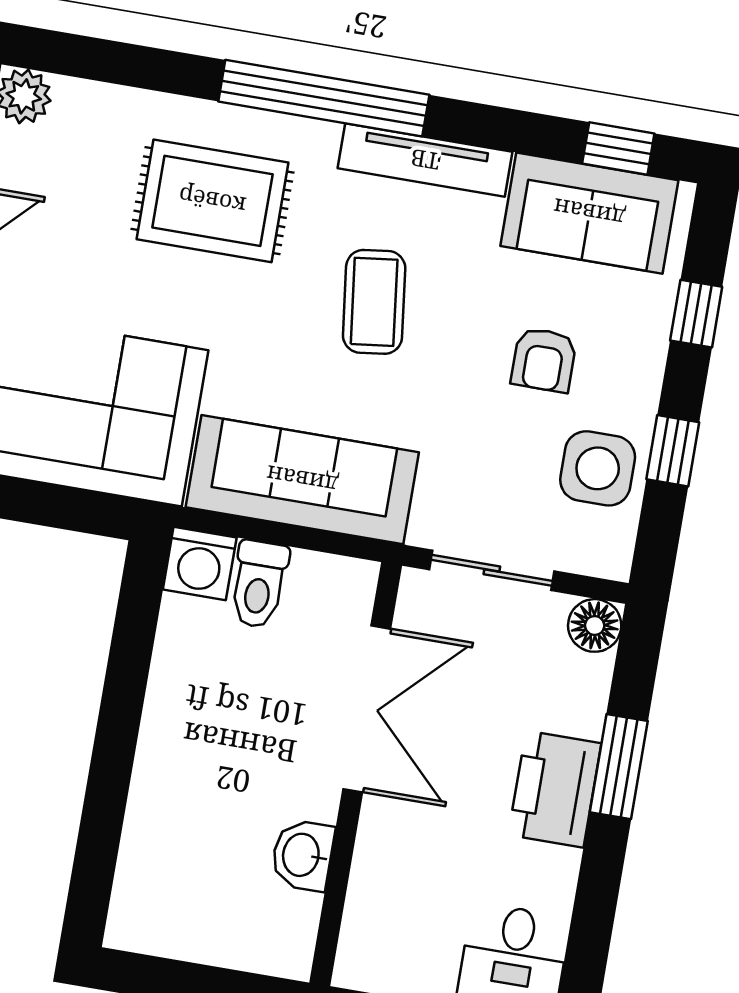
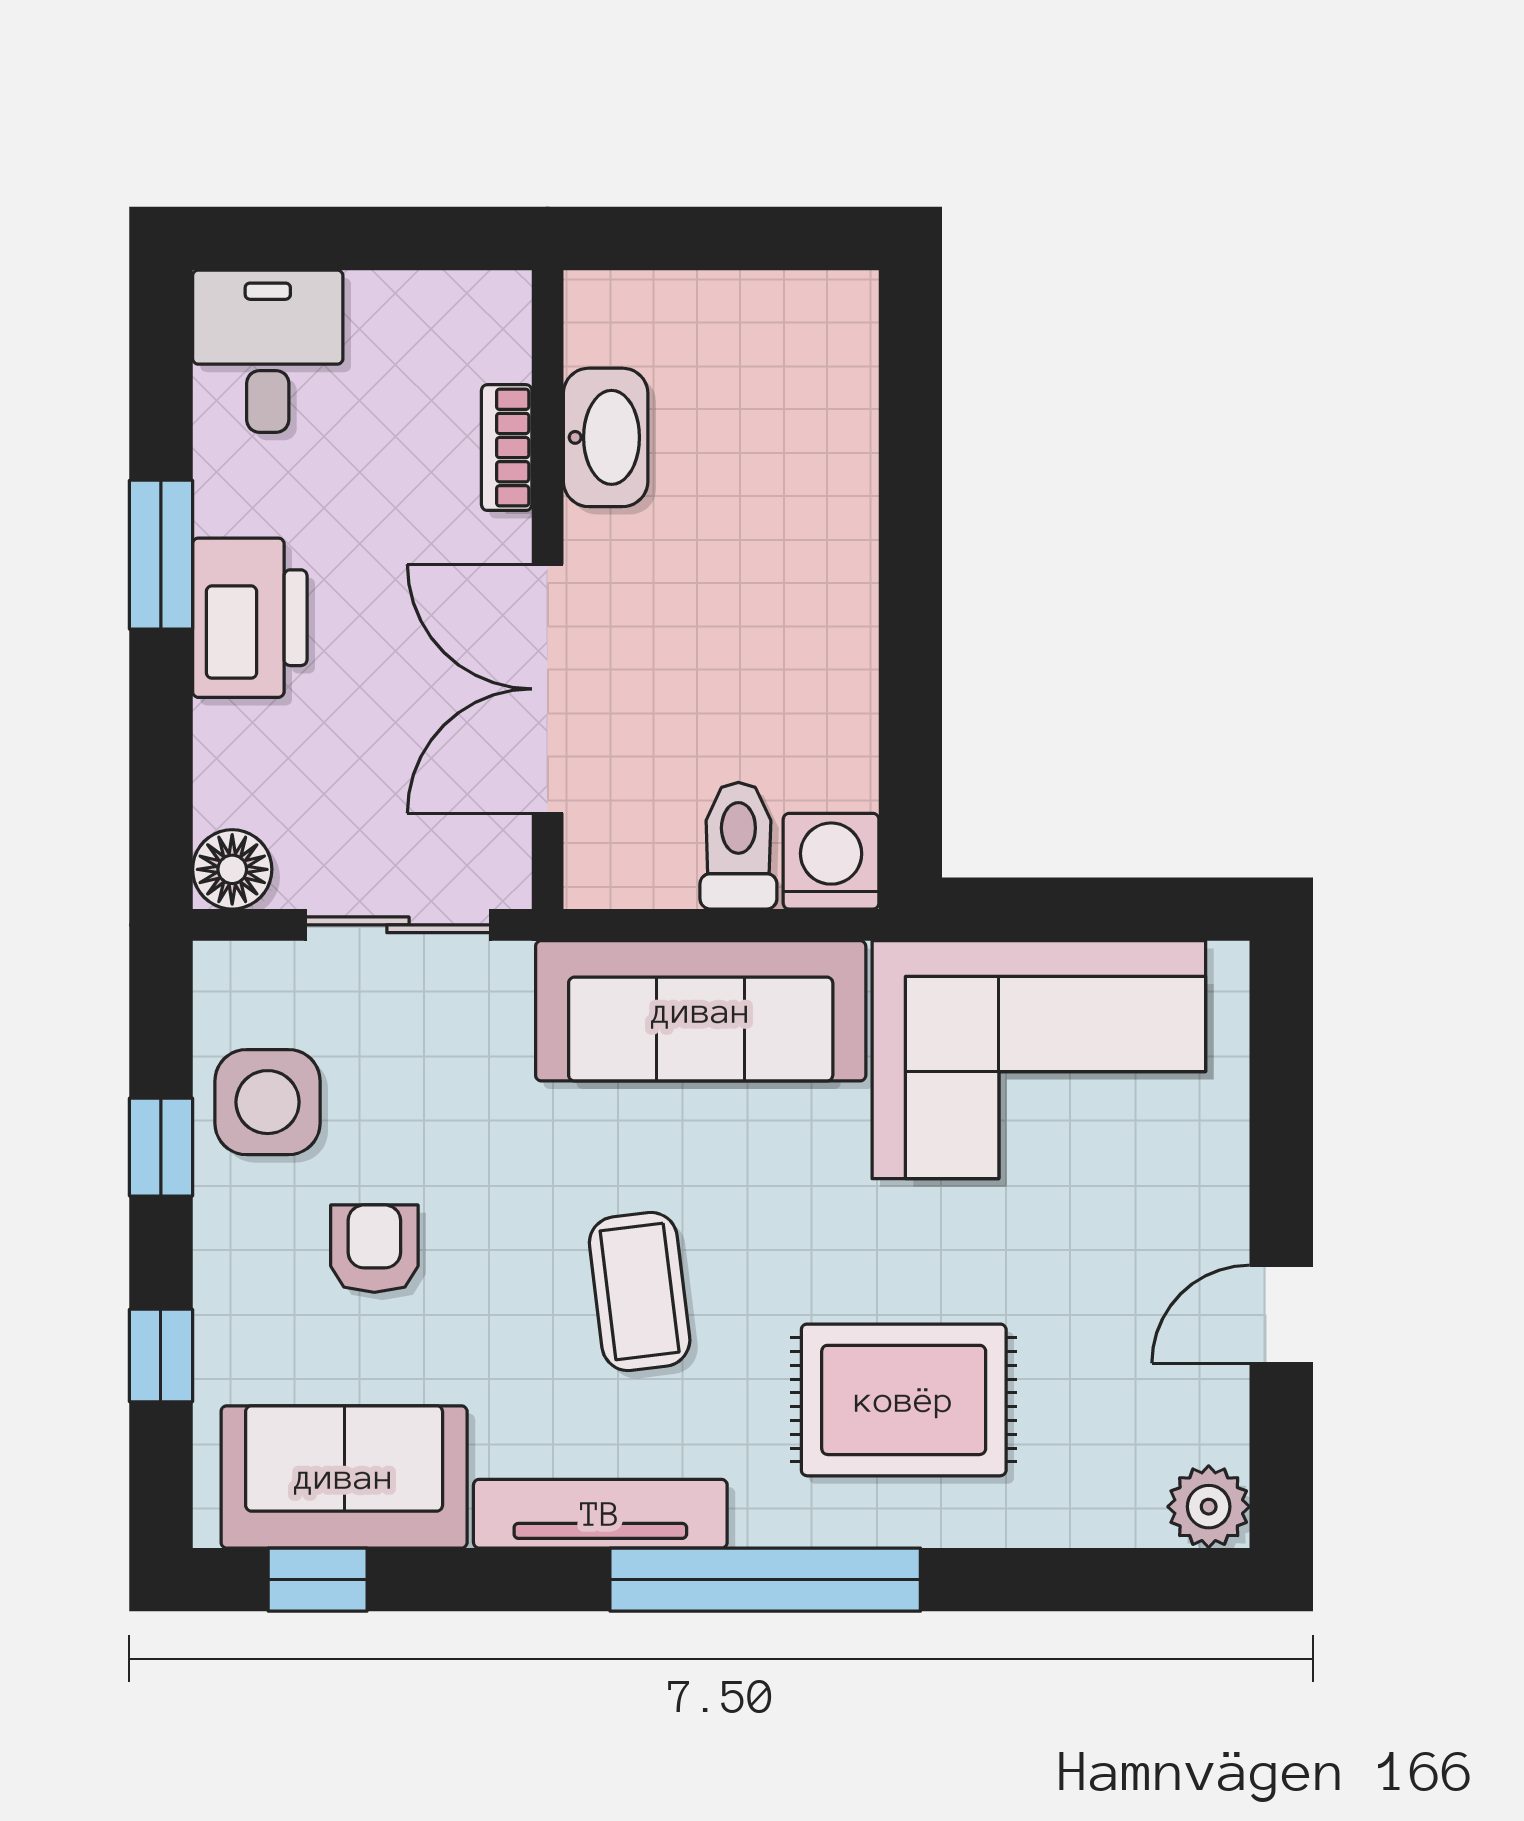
window: (619, 767) -> (161, 555), moved
washbasin: (303, 855) -> (606, 437), width x1.38
bookcase: (367, 872) -> (507, 448), added

